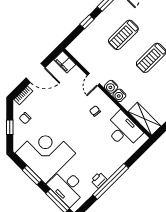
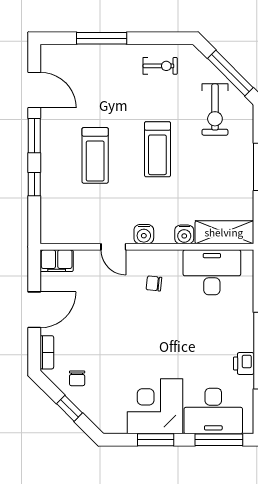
water cooler: (119, 95) -> (184, 234), moved
corner desk: (45, 153) -> (155, 406), width x0.74, depth x0.74

